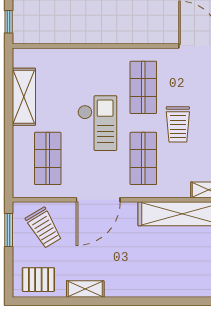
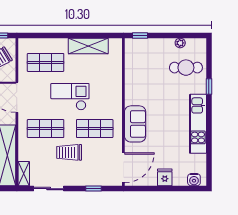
sofa: (137, 29) -> (135, 124), added
checkout: (97, 123) -> (70, 97), turned 180

